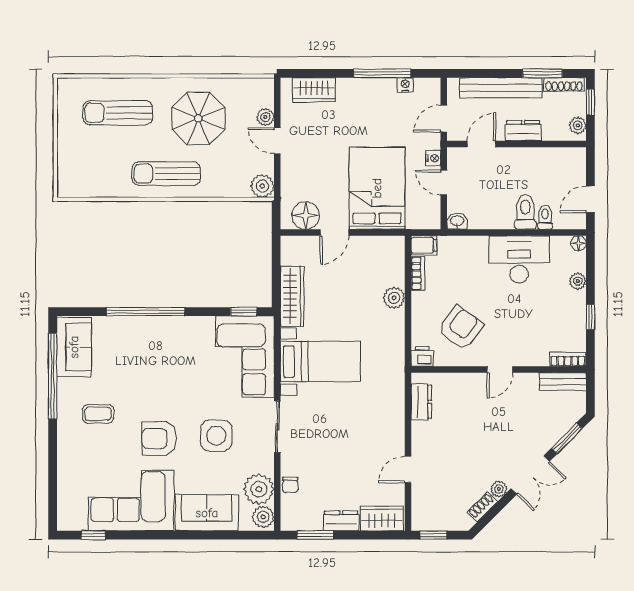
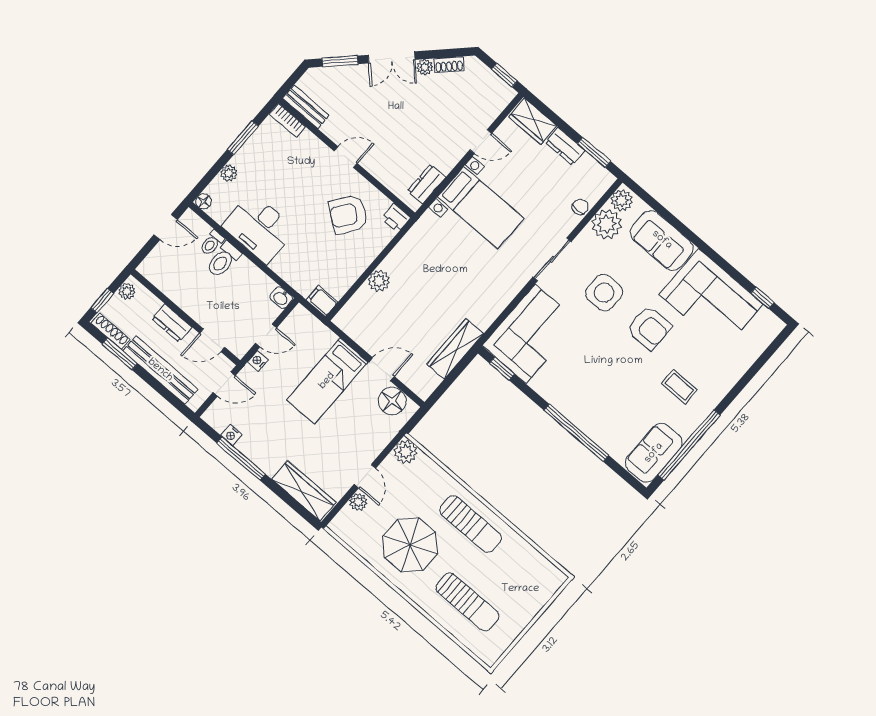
wardrobe: (314, 90) -> (304, 491), width x1.50
door: (444, 183) -> (266, 335), hinge flipped
bed: (377, 188) -> (327, 381), width x0.67
bookcase: (418, 274) -> (345, 284), removed
window: (590, 317) -> (243, 138), width x1.50
bed with nightstands: (320, 362) -> (481, 208), moved, turned 180
double door: (530, 475) -> (392, 57), swing flipped

